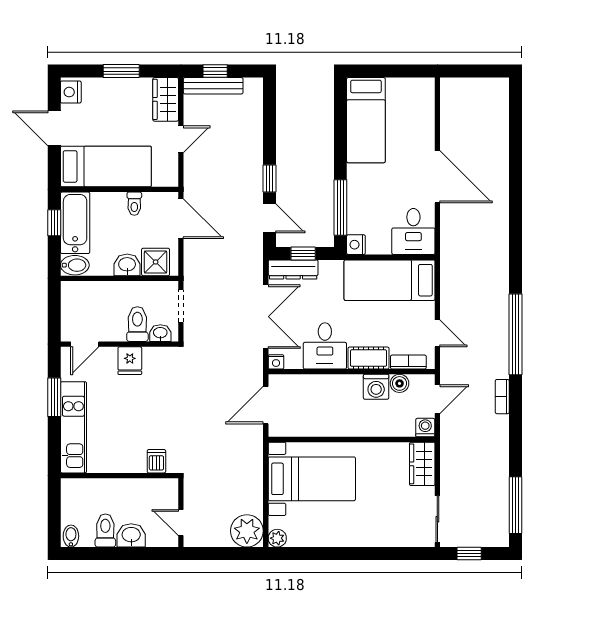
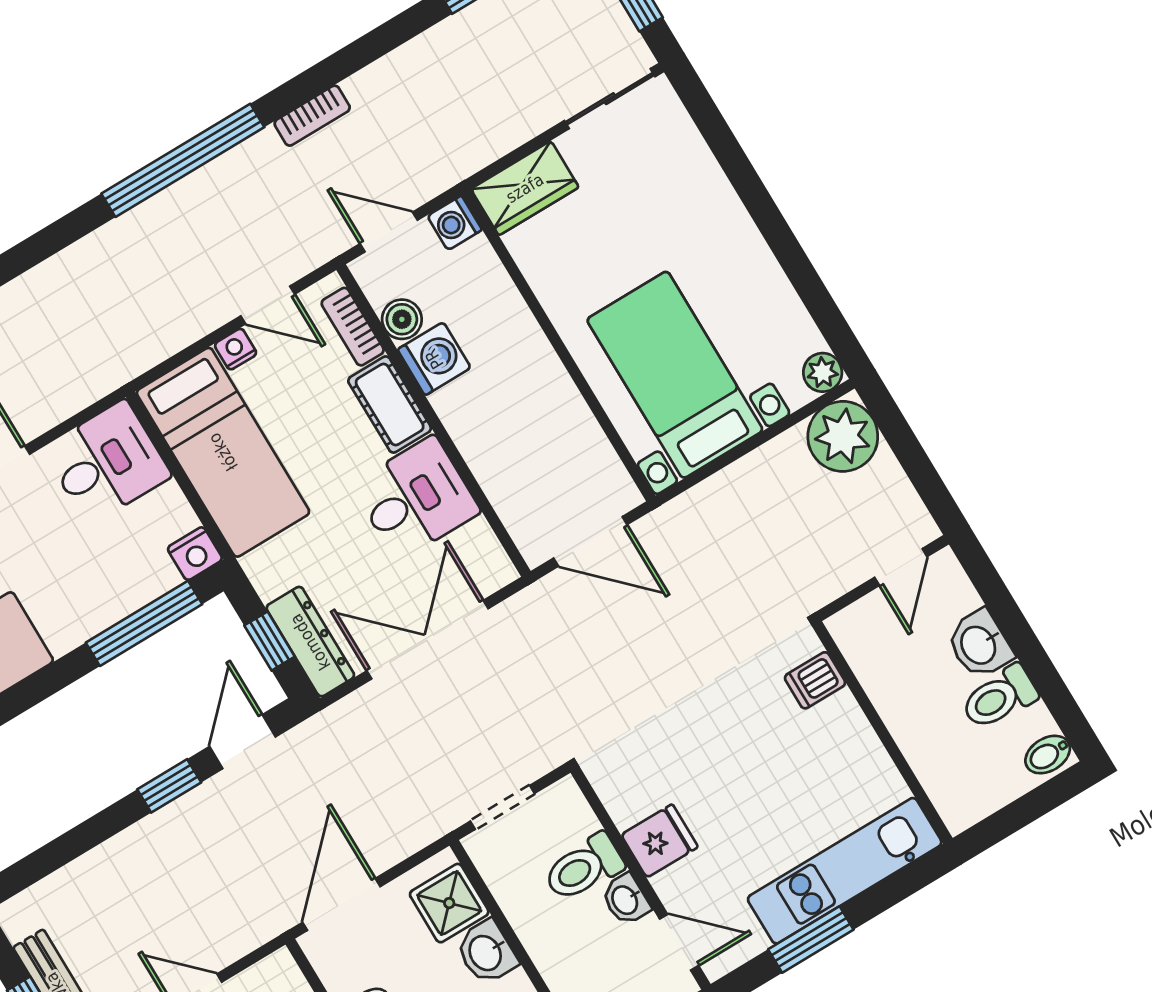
washbasin: (160, 333) -> (626, 900), moved
door: (437, 333) -> (268, 305), swing flipped
nightstand: (276, 362) -> (236, 349), moved, turned -90

